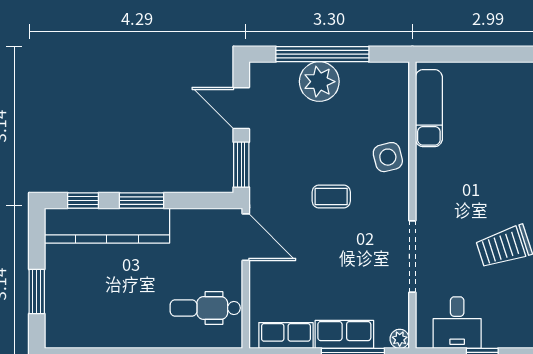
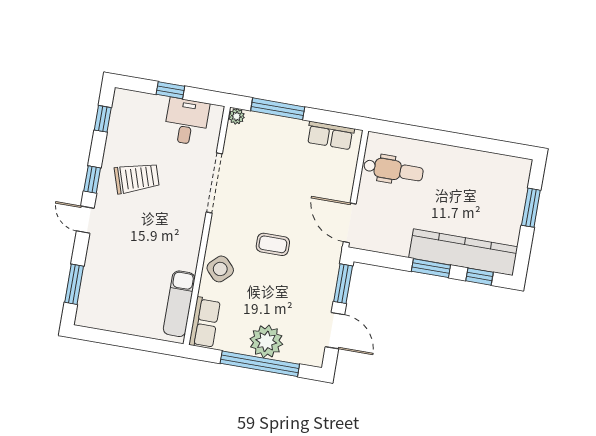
side table: (388, 157) -> (220, 269), turned -30
row of seats: (344, 334) -> (205, 323), moved, turned -90

